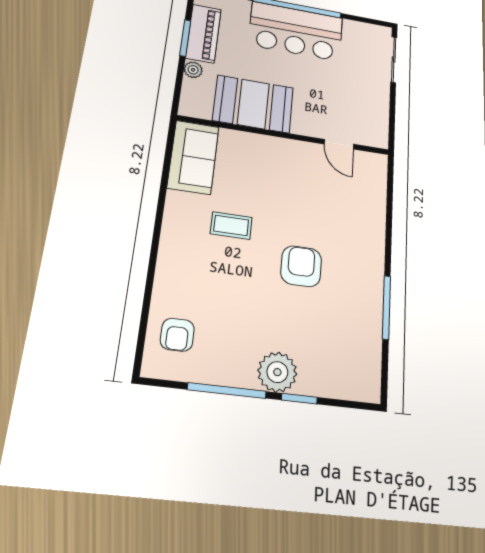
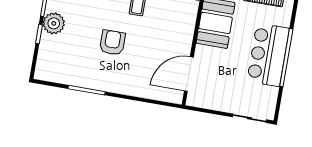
door: (339, 144) -> (189, 74), width x1.88
armchair: (301, 266) -> (112, 43), turned -90

